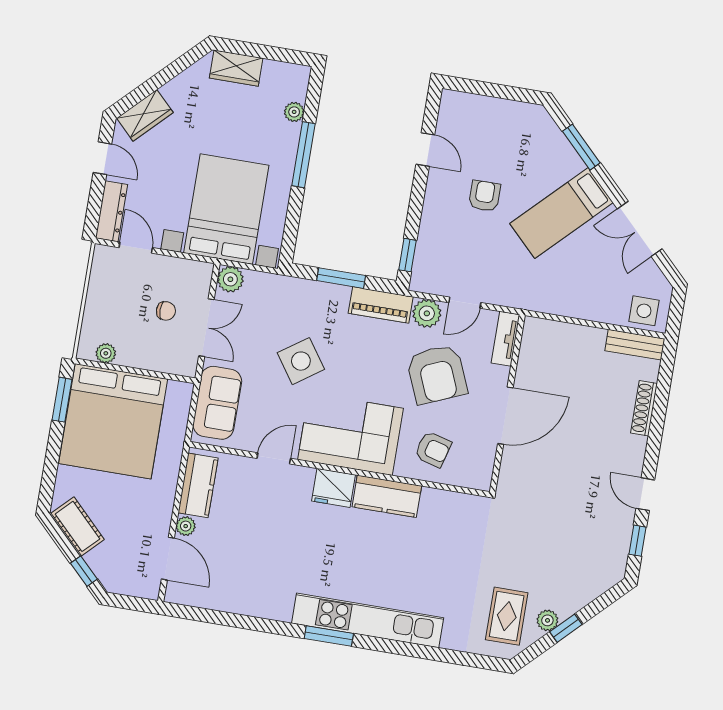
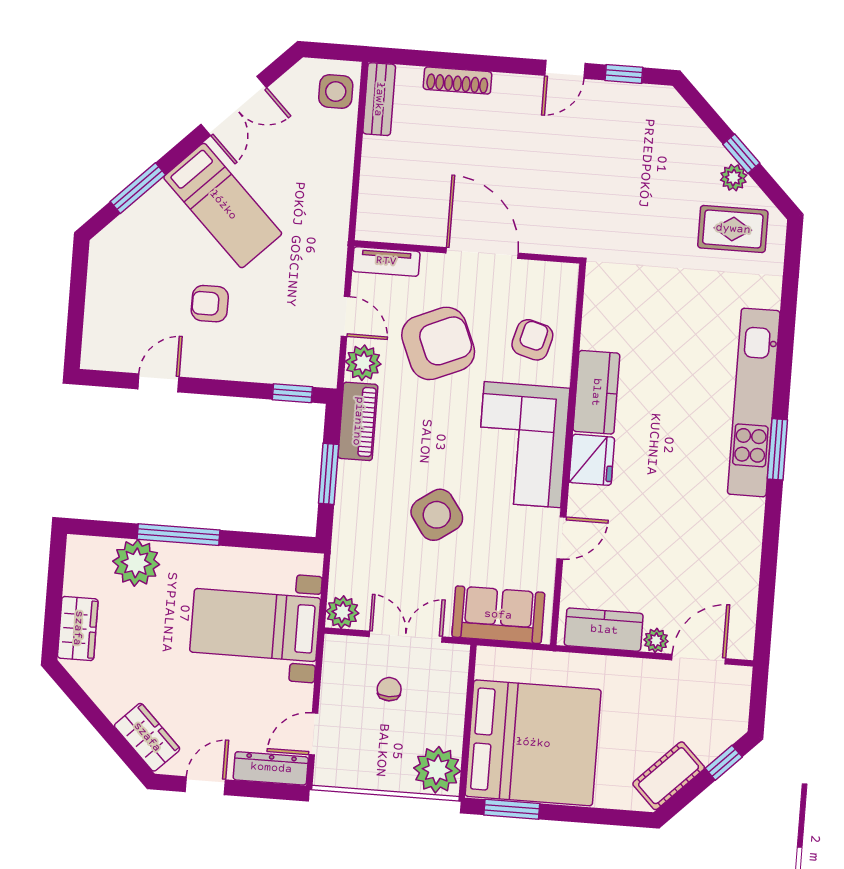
plant: (294, 112) -> (136, 563), width x1.87, depth x1.87
bed with nightstands: (226, 209) -> (255, 625), width x0.73
plant: (106, 353) -> (437, 770), width x1.88, depth x1.88
door: (274, 458) -> (562, 538), swing flipped

